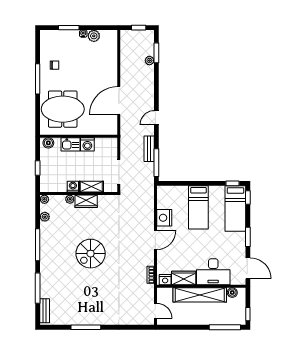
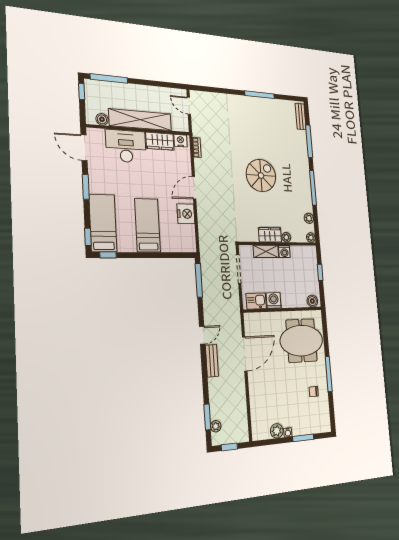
plant: (149, 61) -> (216, 426), moved
kitchen sink: (70, 144) -> (256, 301), moved
bench: (149, 149) -> (212, 361), moved

